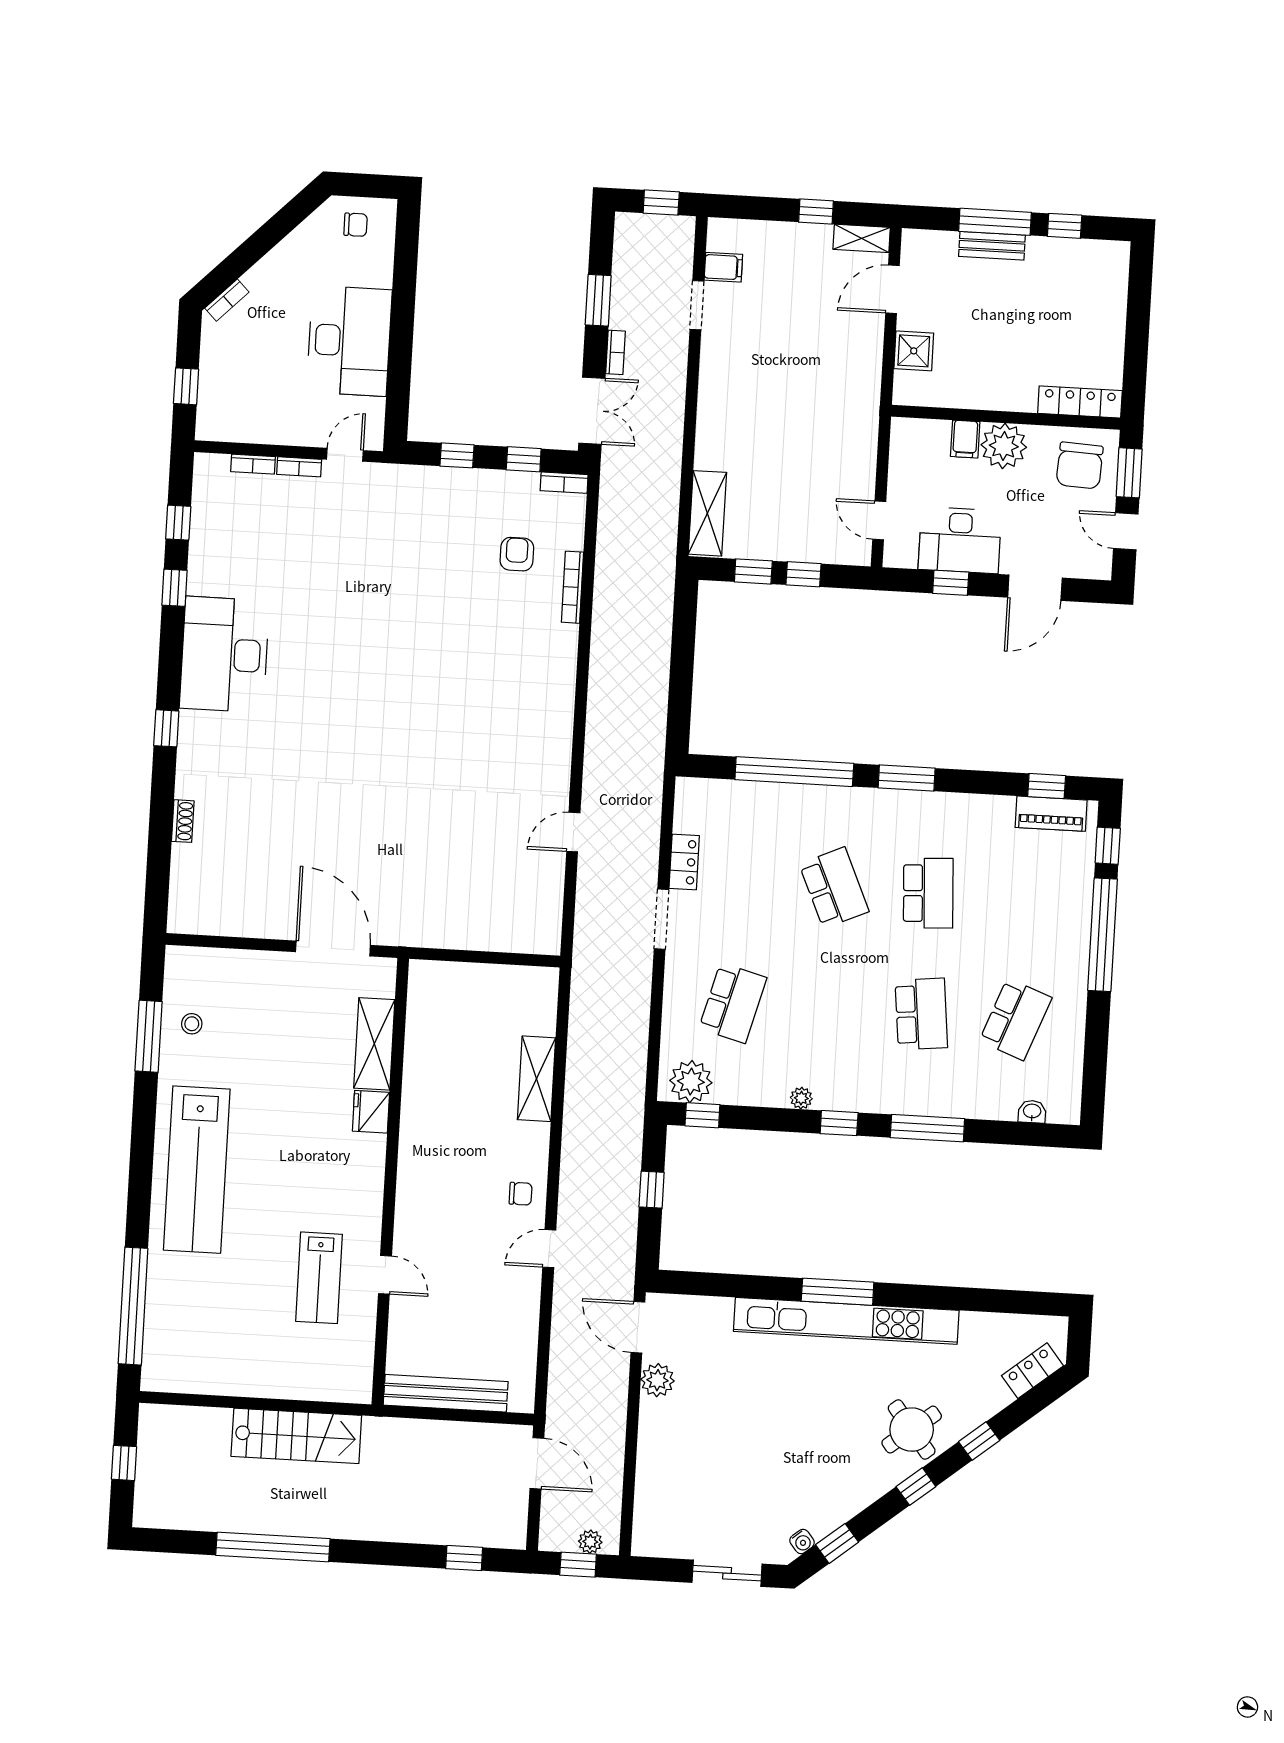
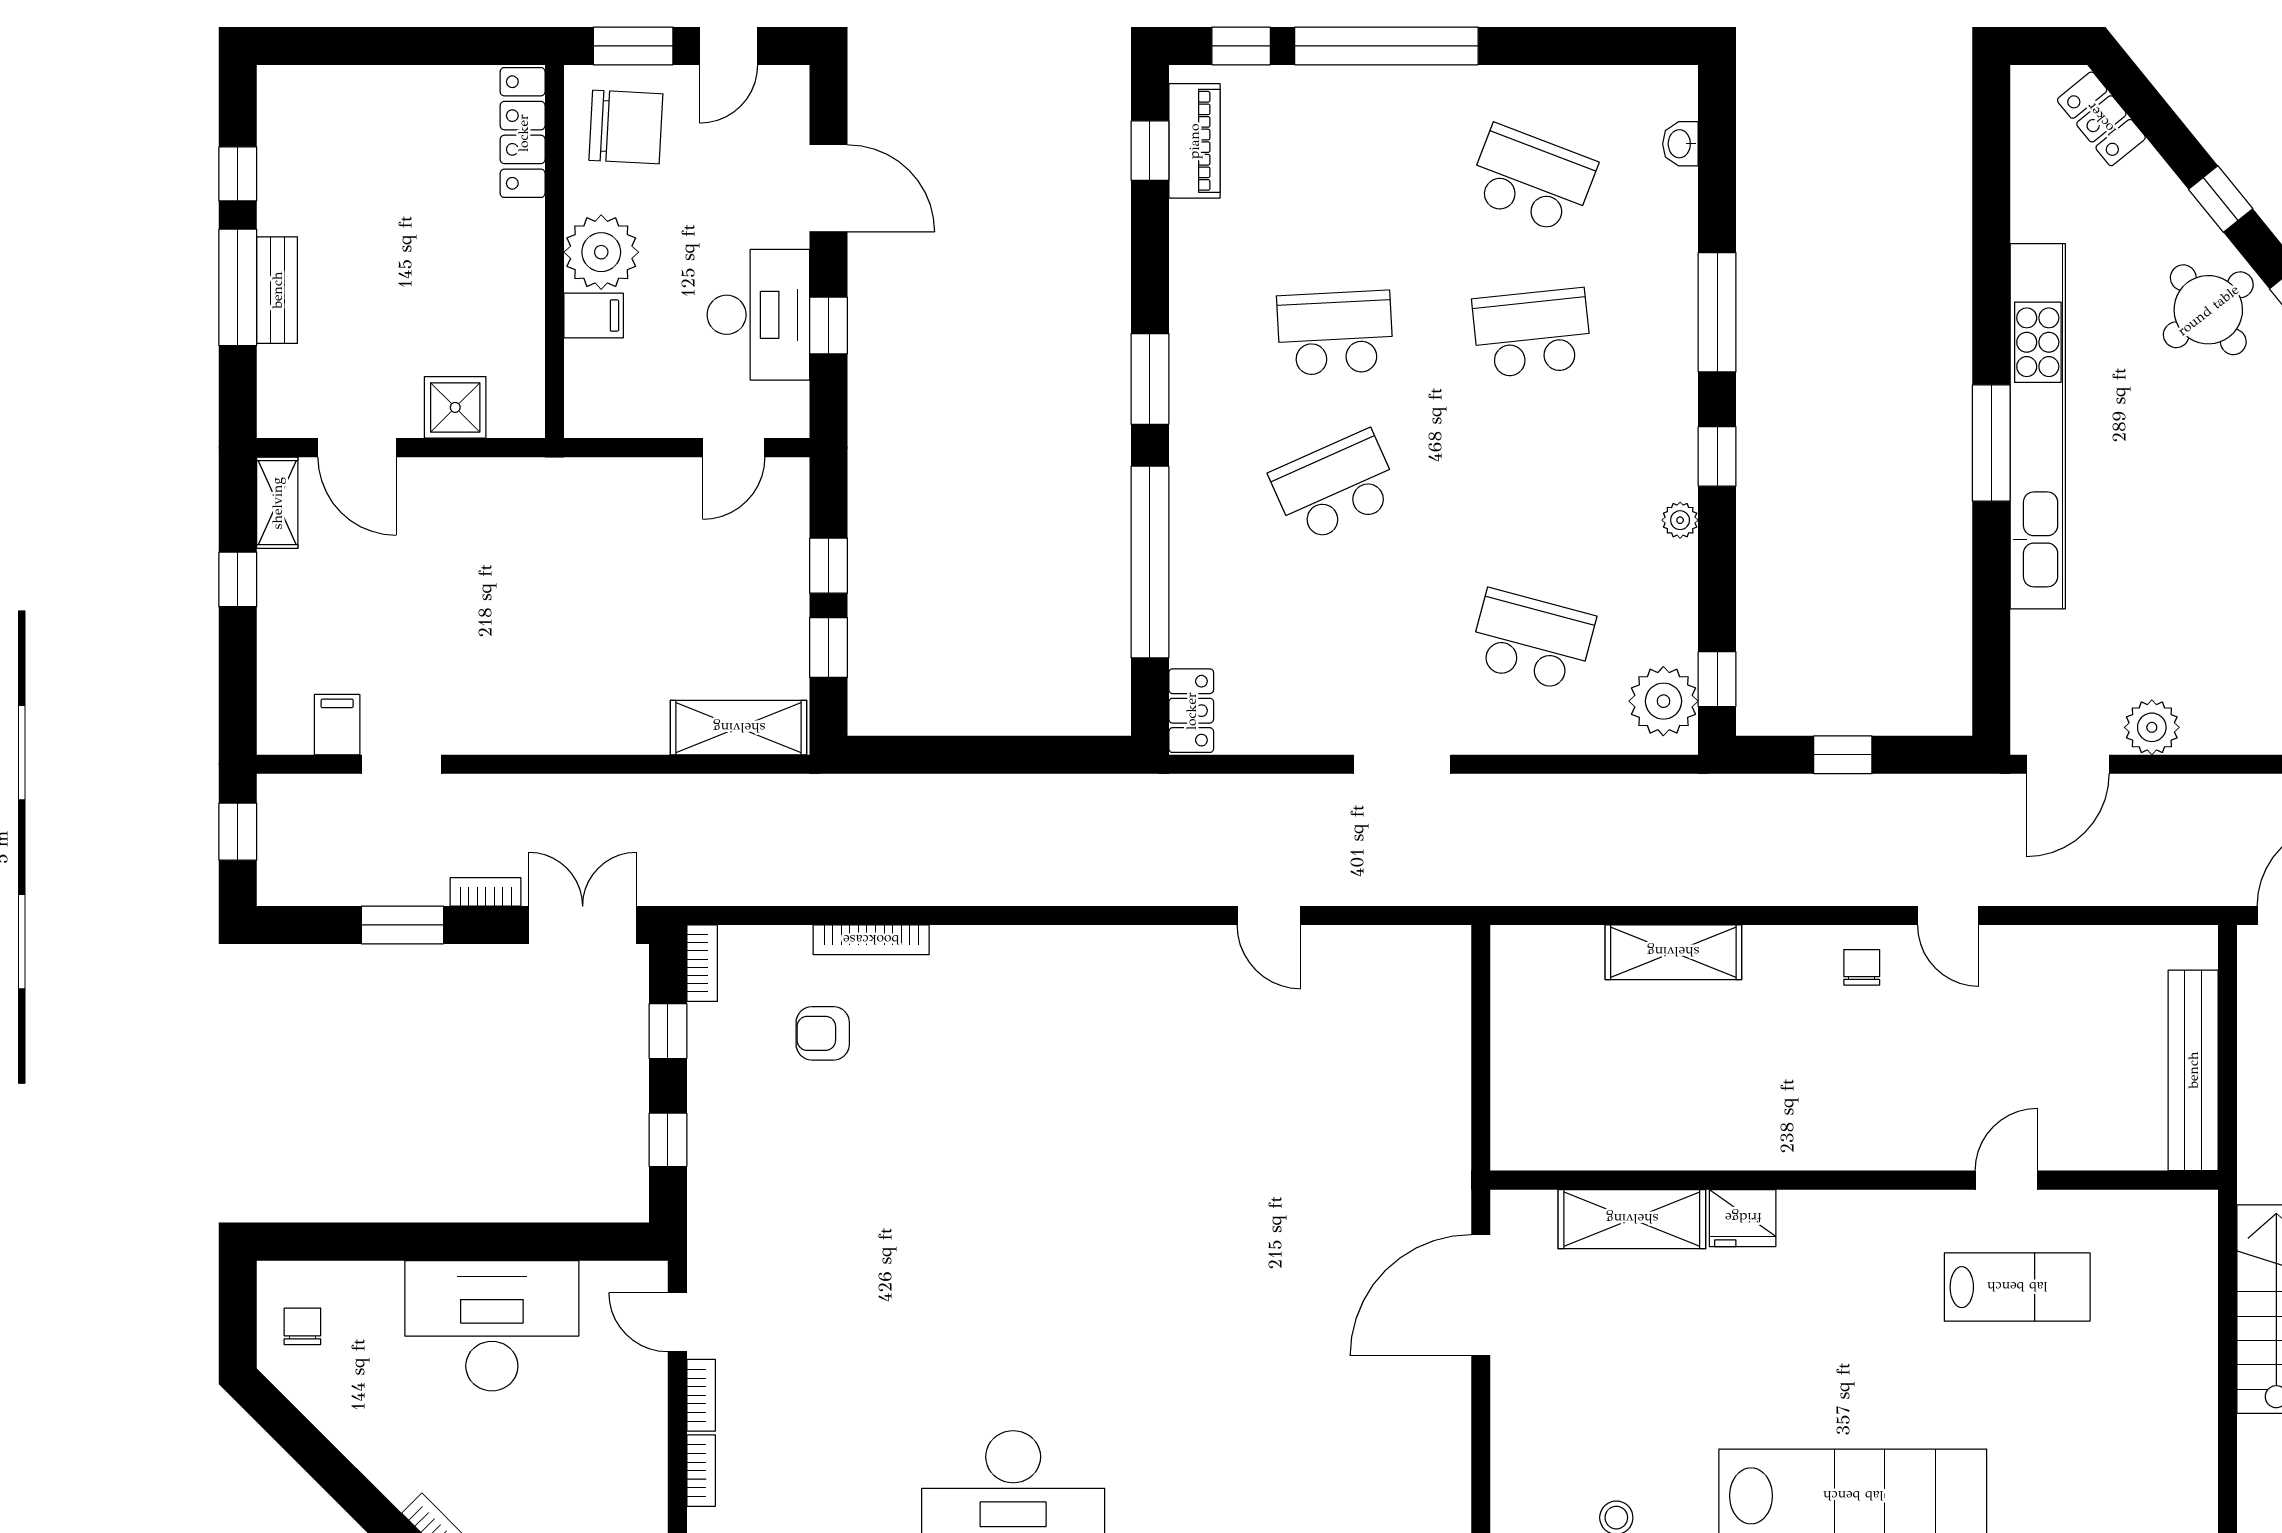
locker: (684, 862) -> (1191, 711), moved, turned 90

